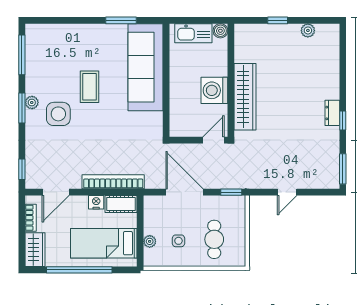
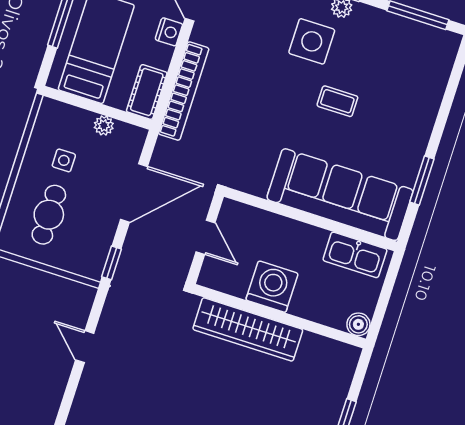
kitchen sink: (193, 33) -> (355, 255), moved, turned -90
coffee table: (90, 87) -> (337, 101), width x0.73, depth x0.77
door: (214, 140) -> (206, 237), moved
nightstand: (96, 202) -> (169, 32), moved
cafe table: (214, 239) -> (49, 215), turned 90
plant: (150, 241) -> (104, 126), moved

